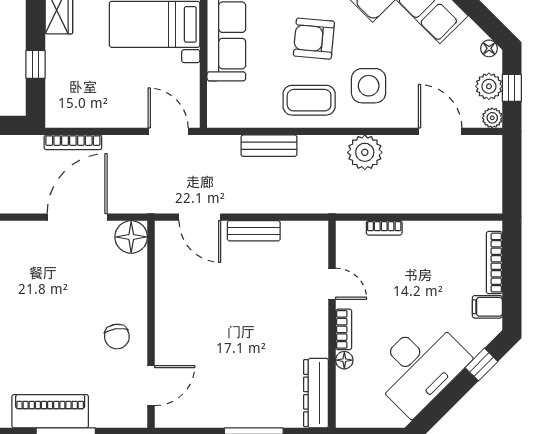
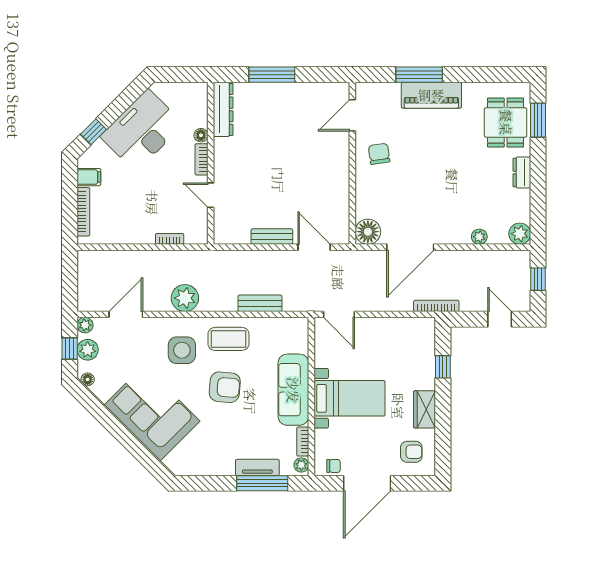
door: (440, 131) -> (126, 314), swing flipped
bookcase: (73, 142) -> (436, 306), moved

